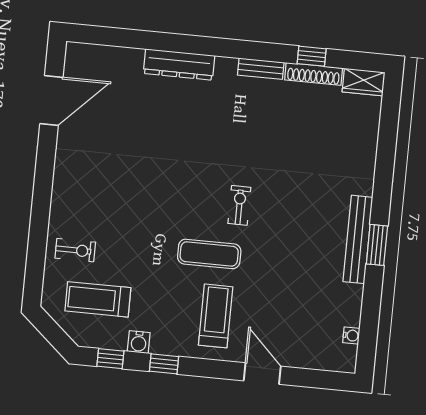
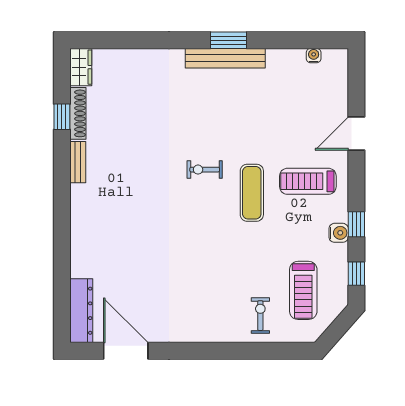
dresser: (179, 64) -> (81, 311), moved
water cooler: (139, 342) -> (339, 233), moved

